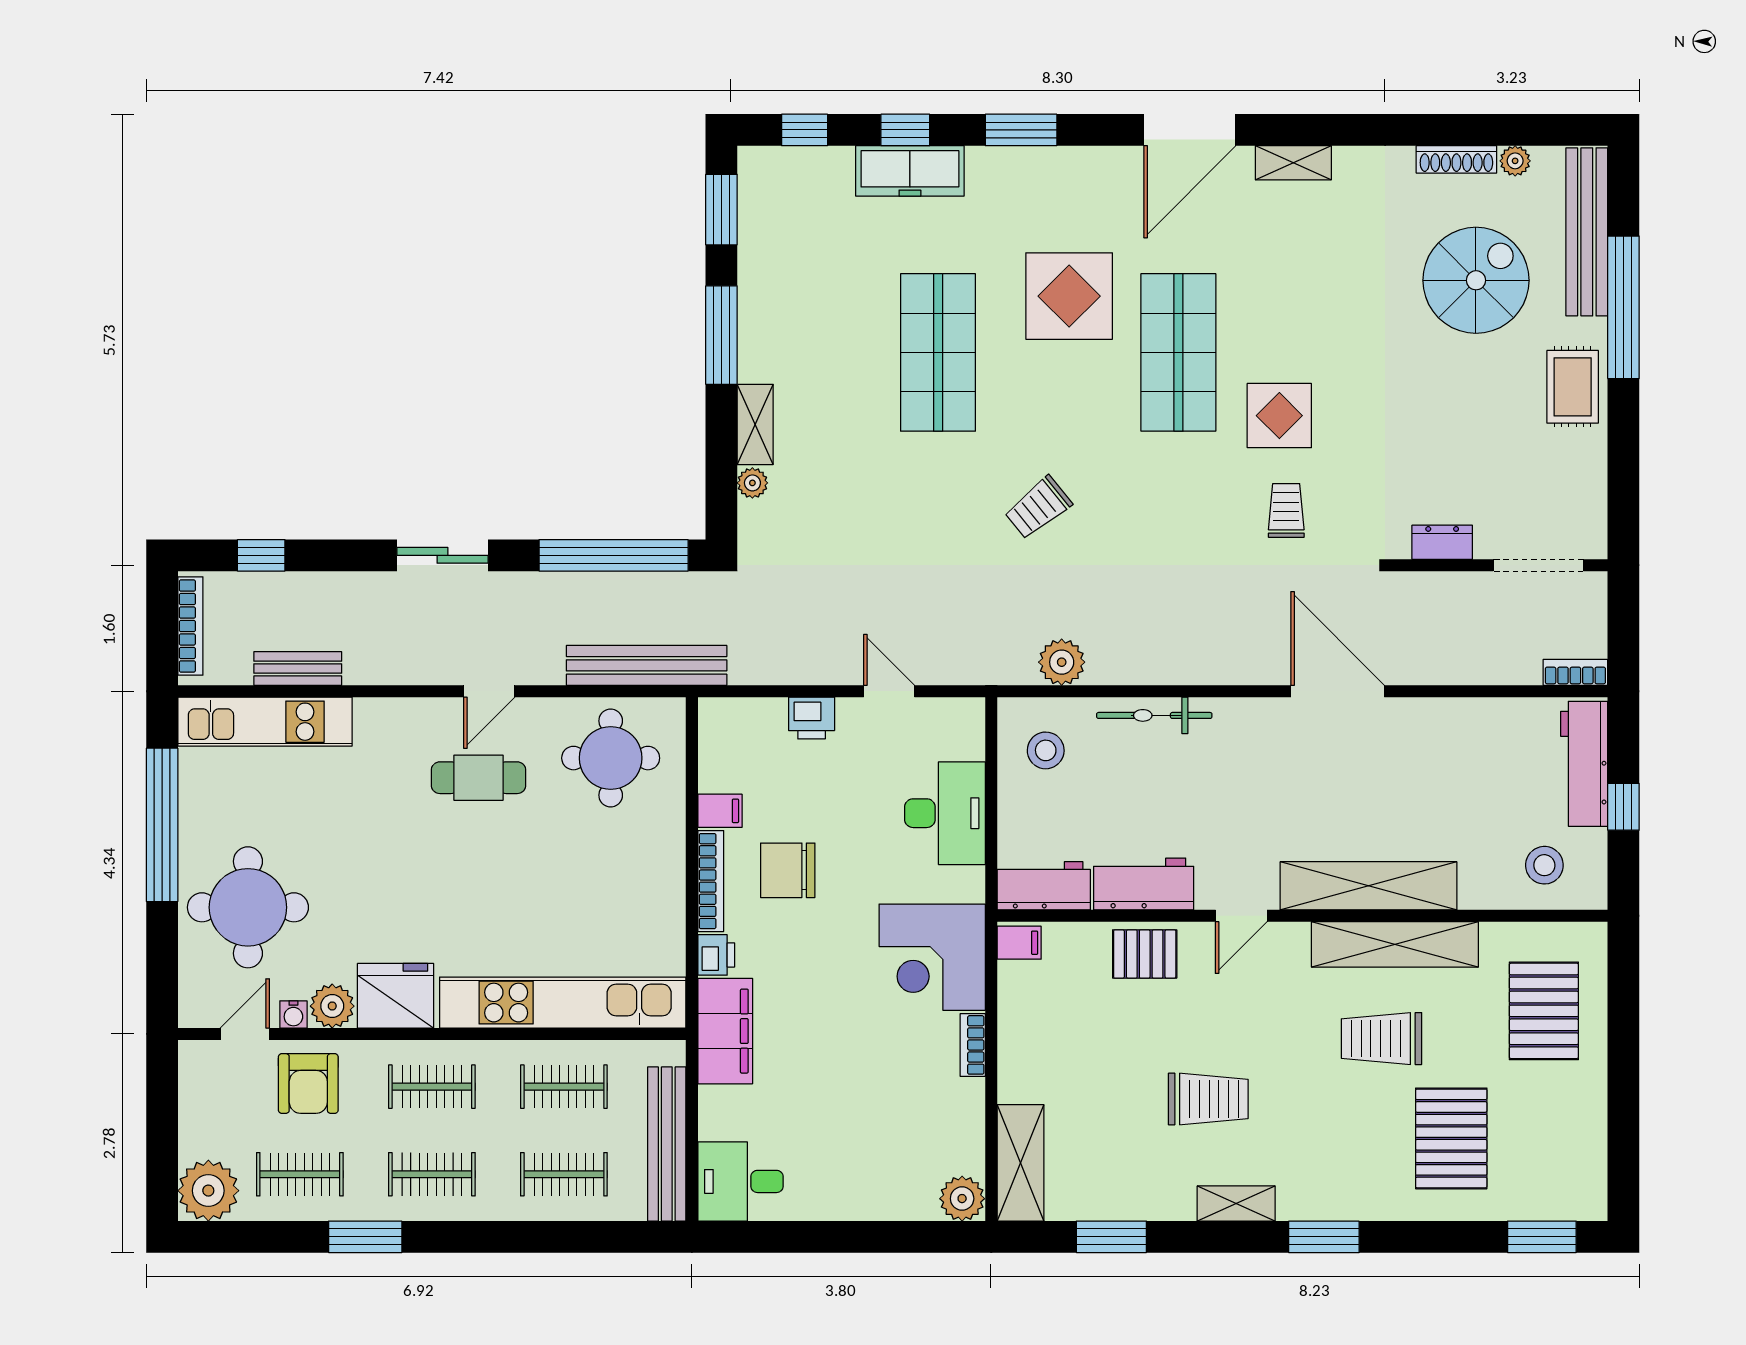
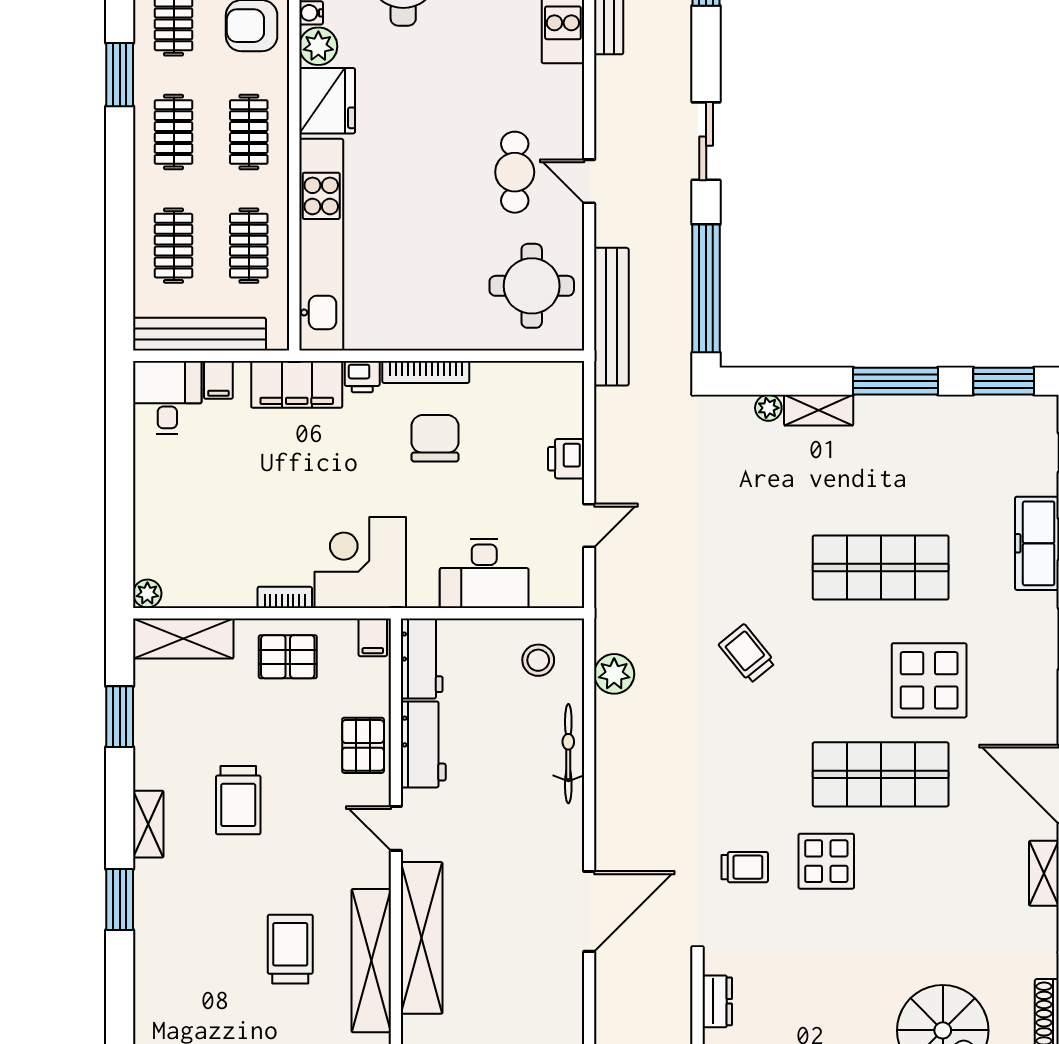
filing cabinet: (720, 811) -> (218, 380), moved
pallet: (1451, 1138) -> (288, 657), moved, width x0.67, depth x0.71
plant: (962, 1199) -> (147, 594), width x0.73, depth x0.73

